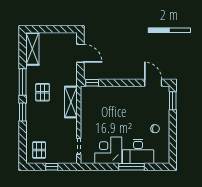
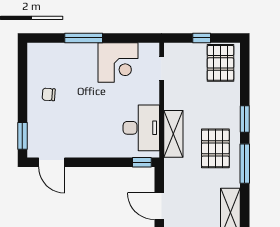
pallet: (43, 92) -> (215, 148), width x1.50, depth x1.42
pallet: (39, 150) -> (221, 63), width x1.50, depth x1.42
desk: (138, 152) -> (141, 128), moved, turned 90

